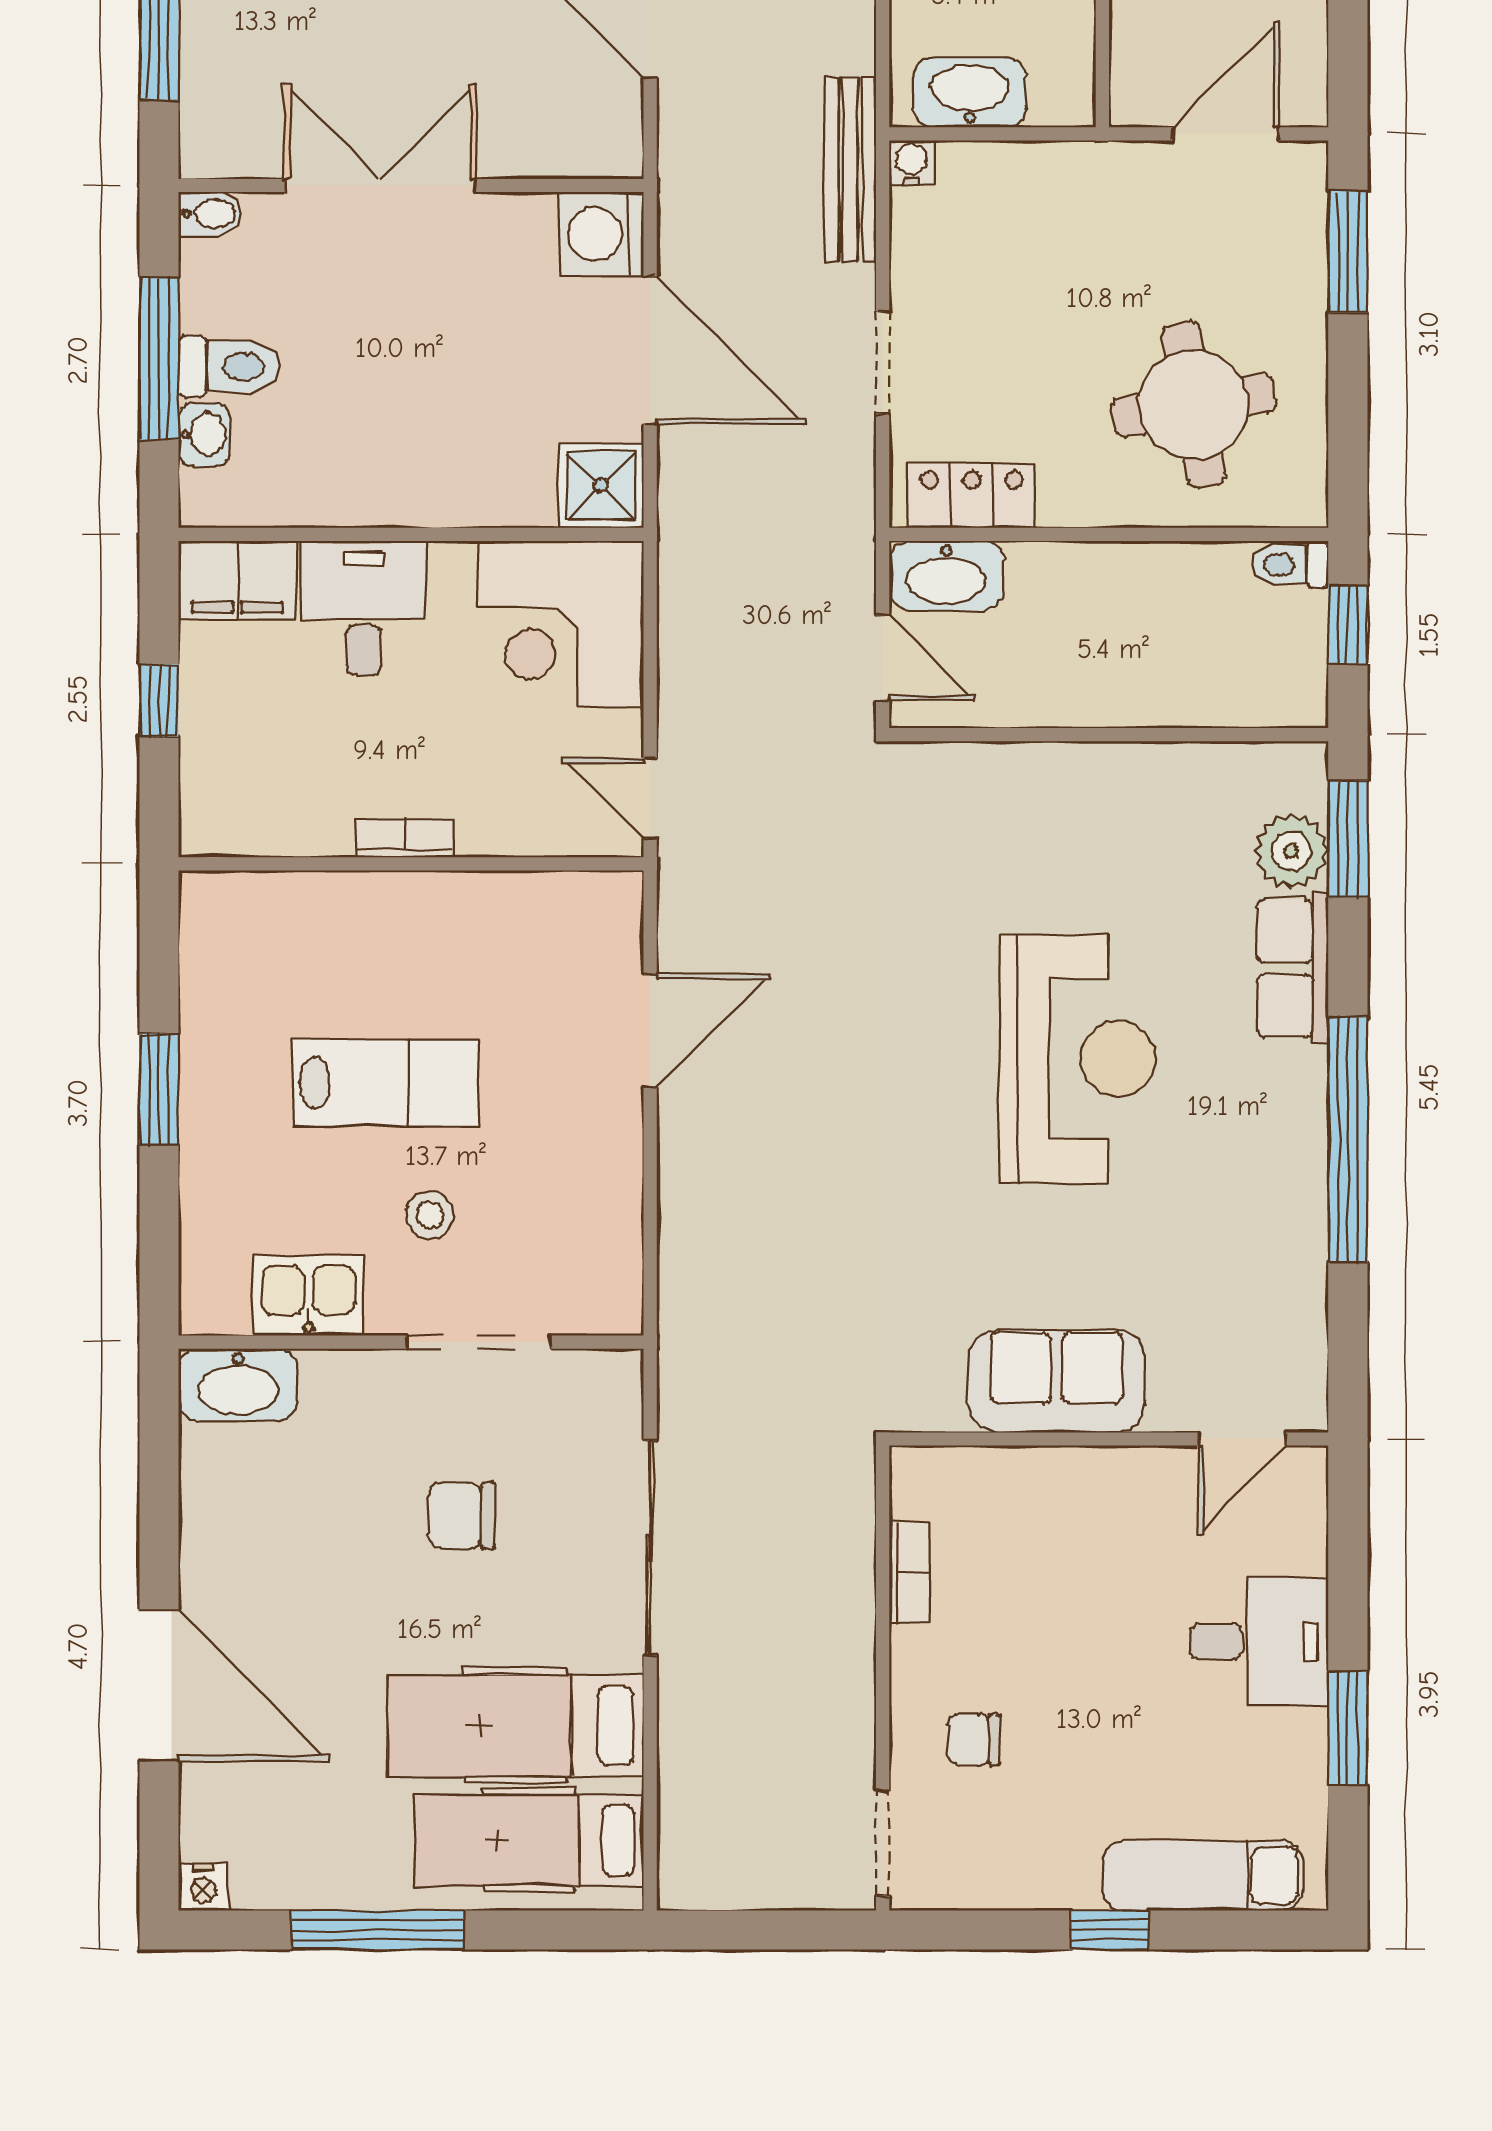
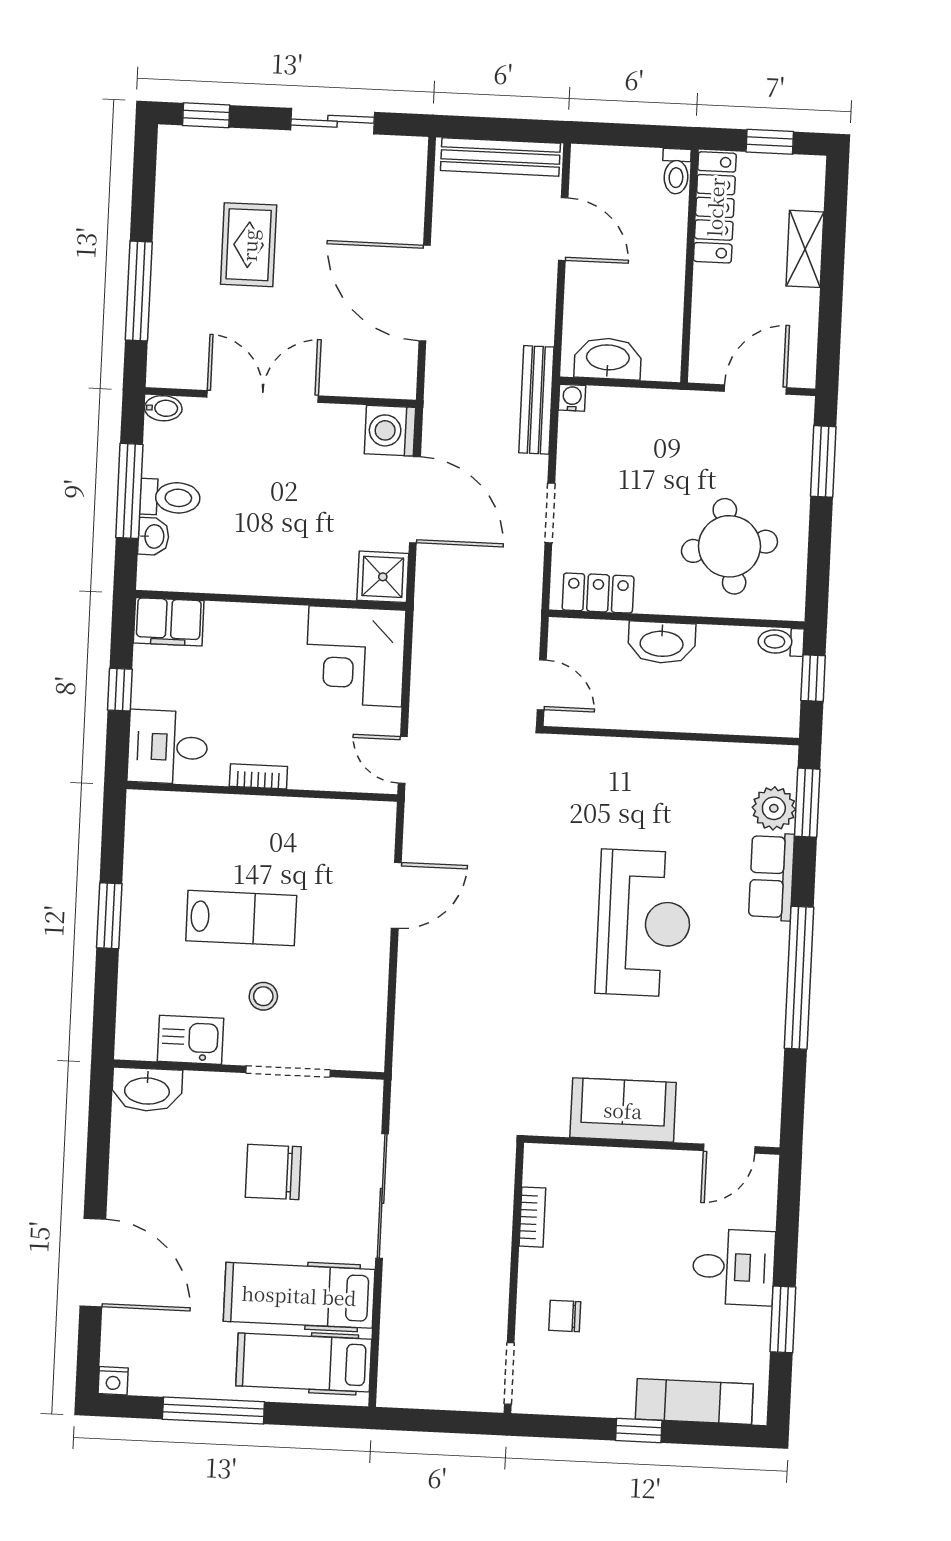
washbasin: (946, 576) -> (662, 643), moved
desk: (364, 608) -> (168, 747), moved, turned -90
chair: (461, 1516) -> (273, 1172), width x1.37, depth x1.37

